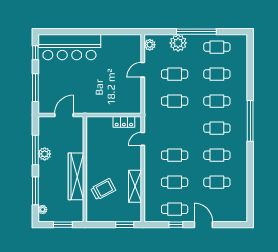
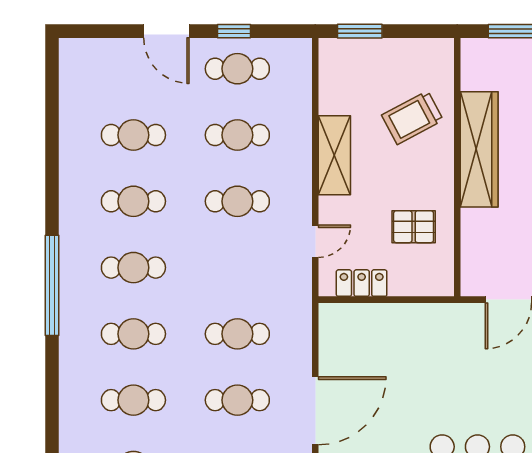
door: (143, 70) -> (315, 411), width x1.87
pallet: (103, 145) -> (414, 227), added
shelving: (135, 186) -> (334, 155), moved

